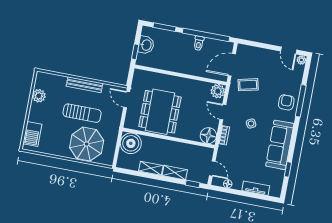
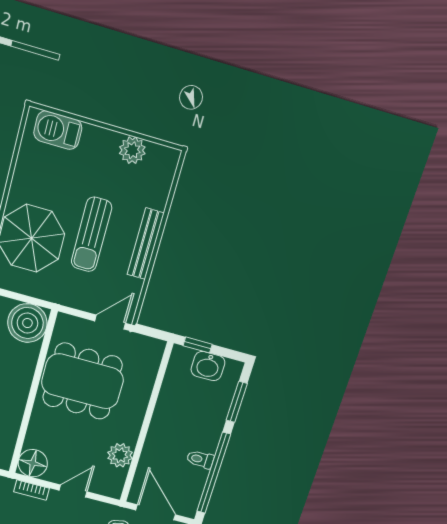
plant: (218, 91) -> (120, 455), moved

